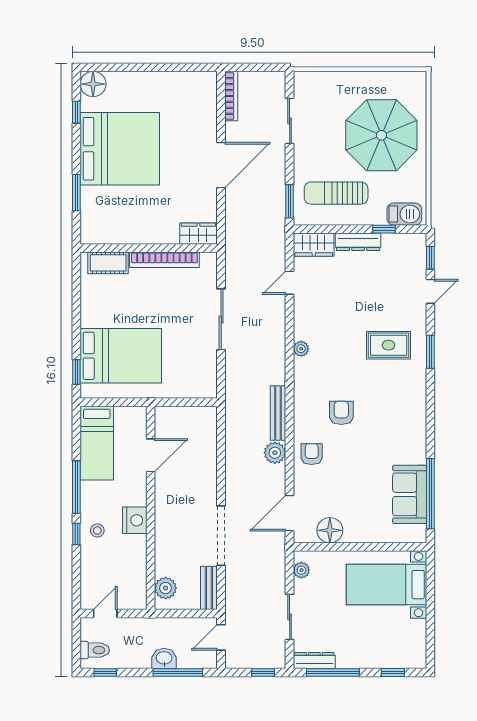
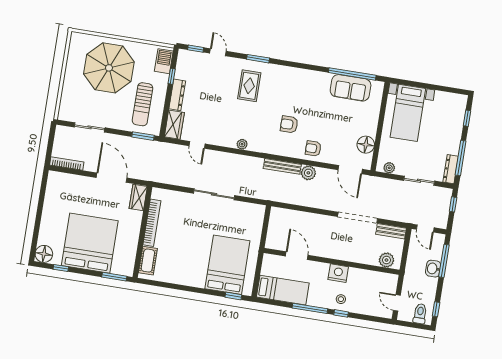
wardrobe: (198, 234) -> (138, 197), moved
wall: (149, 248) -> (142, 232), moved
bookcase: (164, 260) -> (152, 223), moved
cot: (108, 263) -> (148, 261), moved

